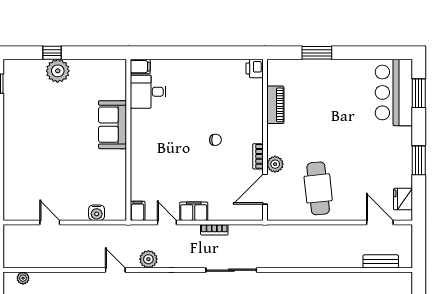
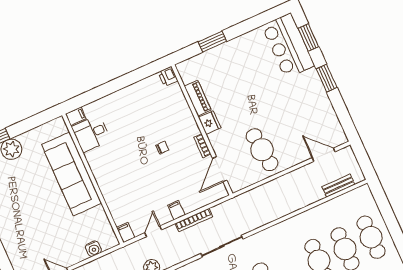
sofa: (113, 125) -> (72, 174), width x1.85, depth x1.27
window: (419, 160) -> (327, 78), moved
plant: (275, 164) -> (219, 146), removed
fridge: (403, 199) -> (210, 123), moved, turned 180
filing cabinet: (194, 211) -> (176, 210), width x0.50
door: (167, 222) -> (153, 231), hinge flipped
bookcase: (214, 230) -> (194, 220), width x1.56

